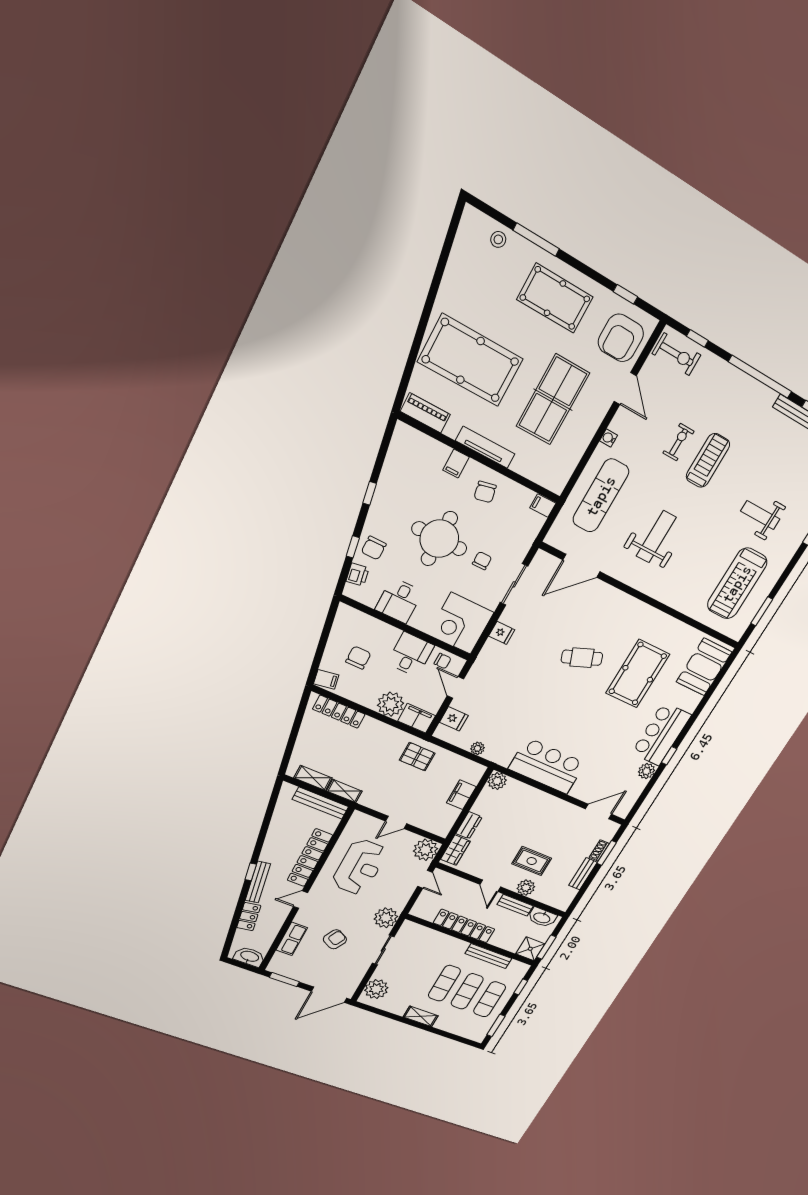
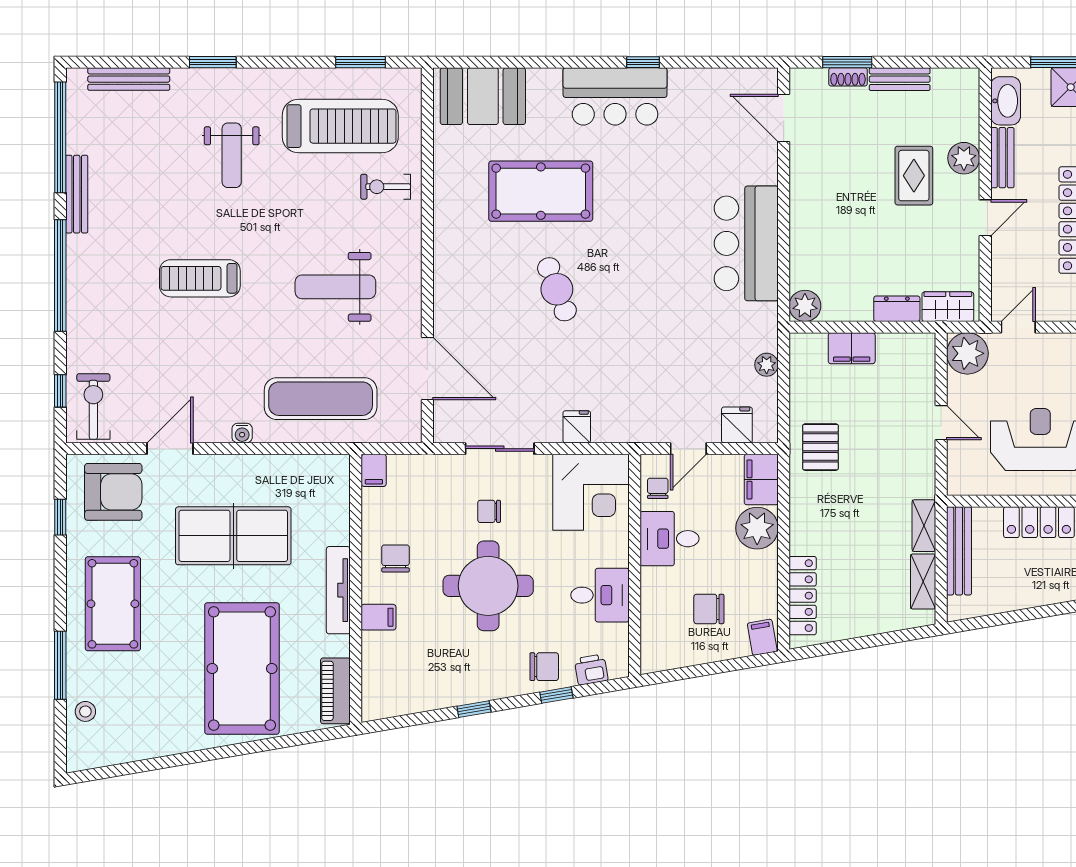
exercise bike: (678, 442) -> (386, 187), moved
chair: (485, 492) -> (396, 558), turned -78
plant: (647, 771) -> (684, 82), removed

